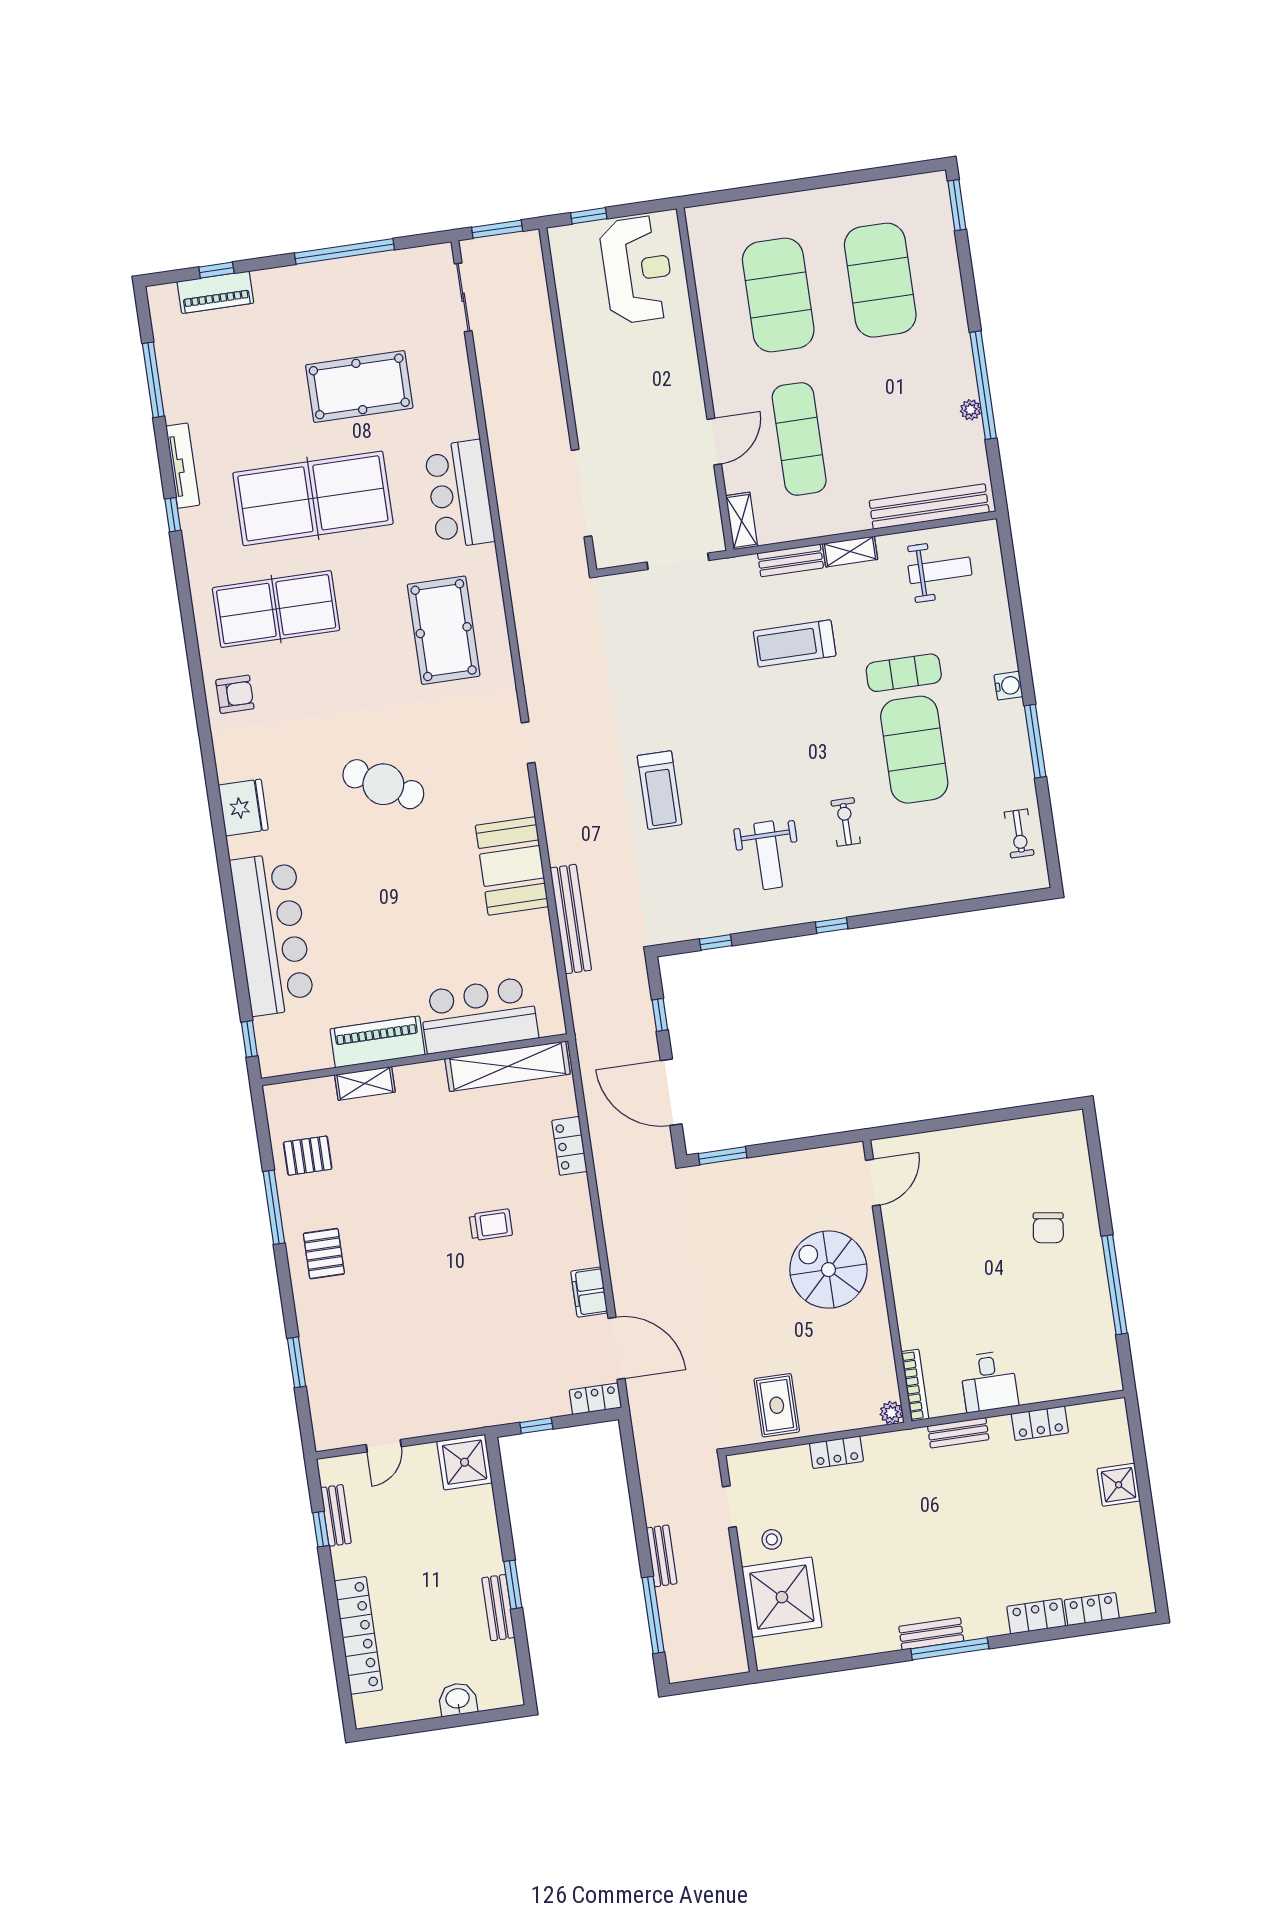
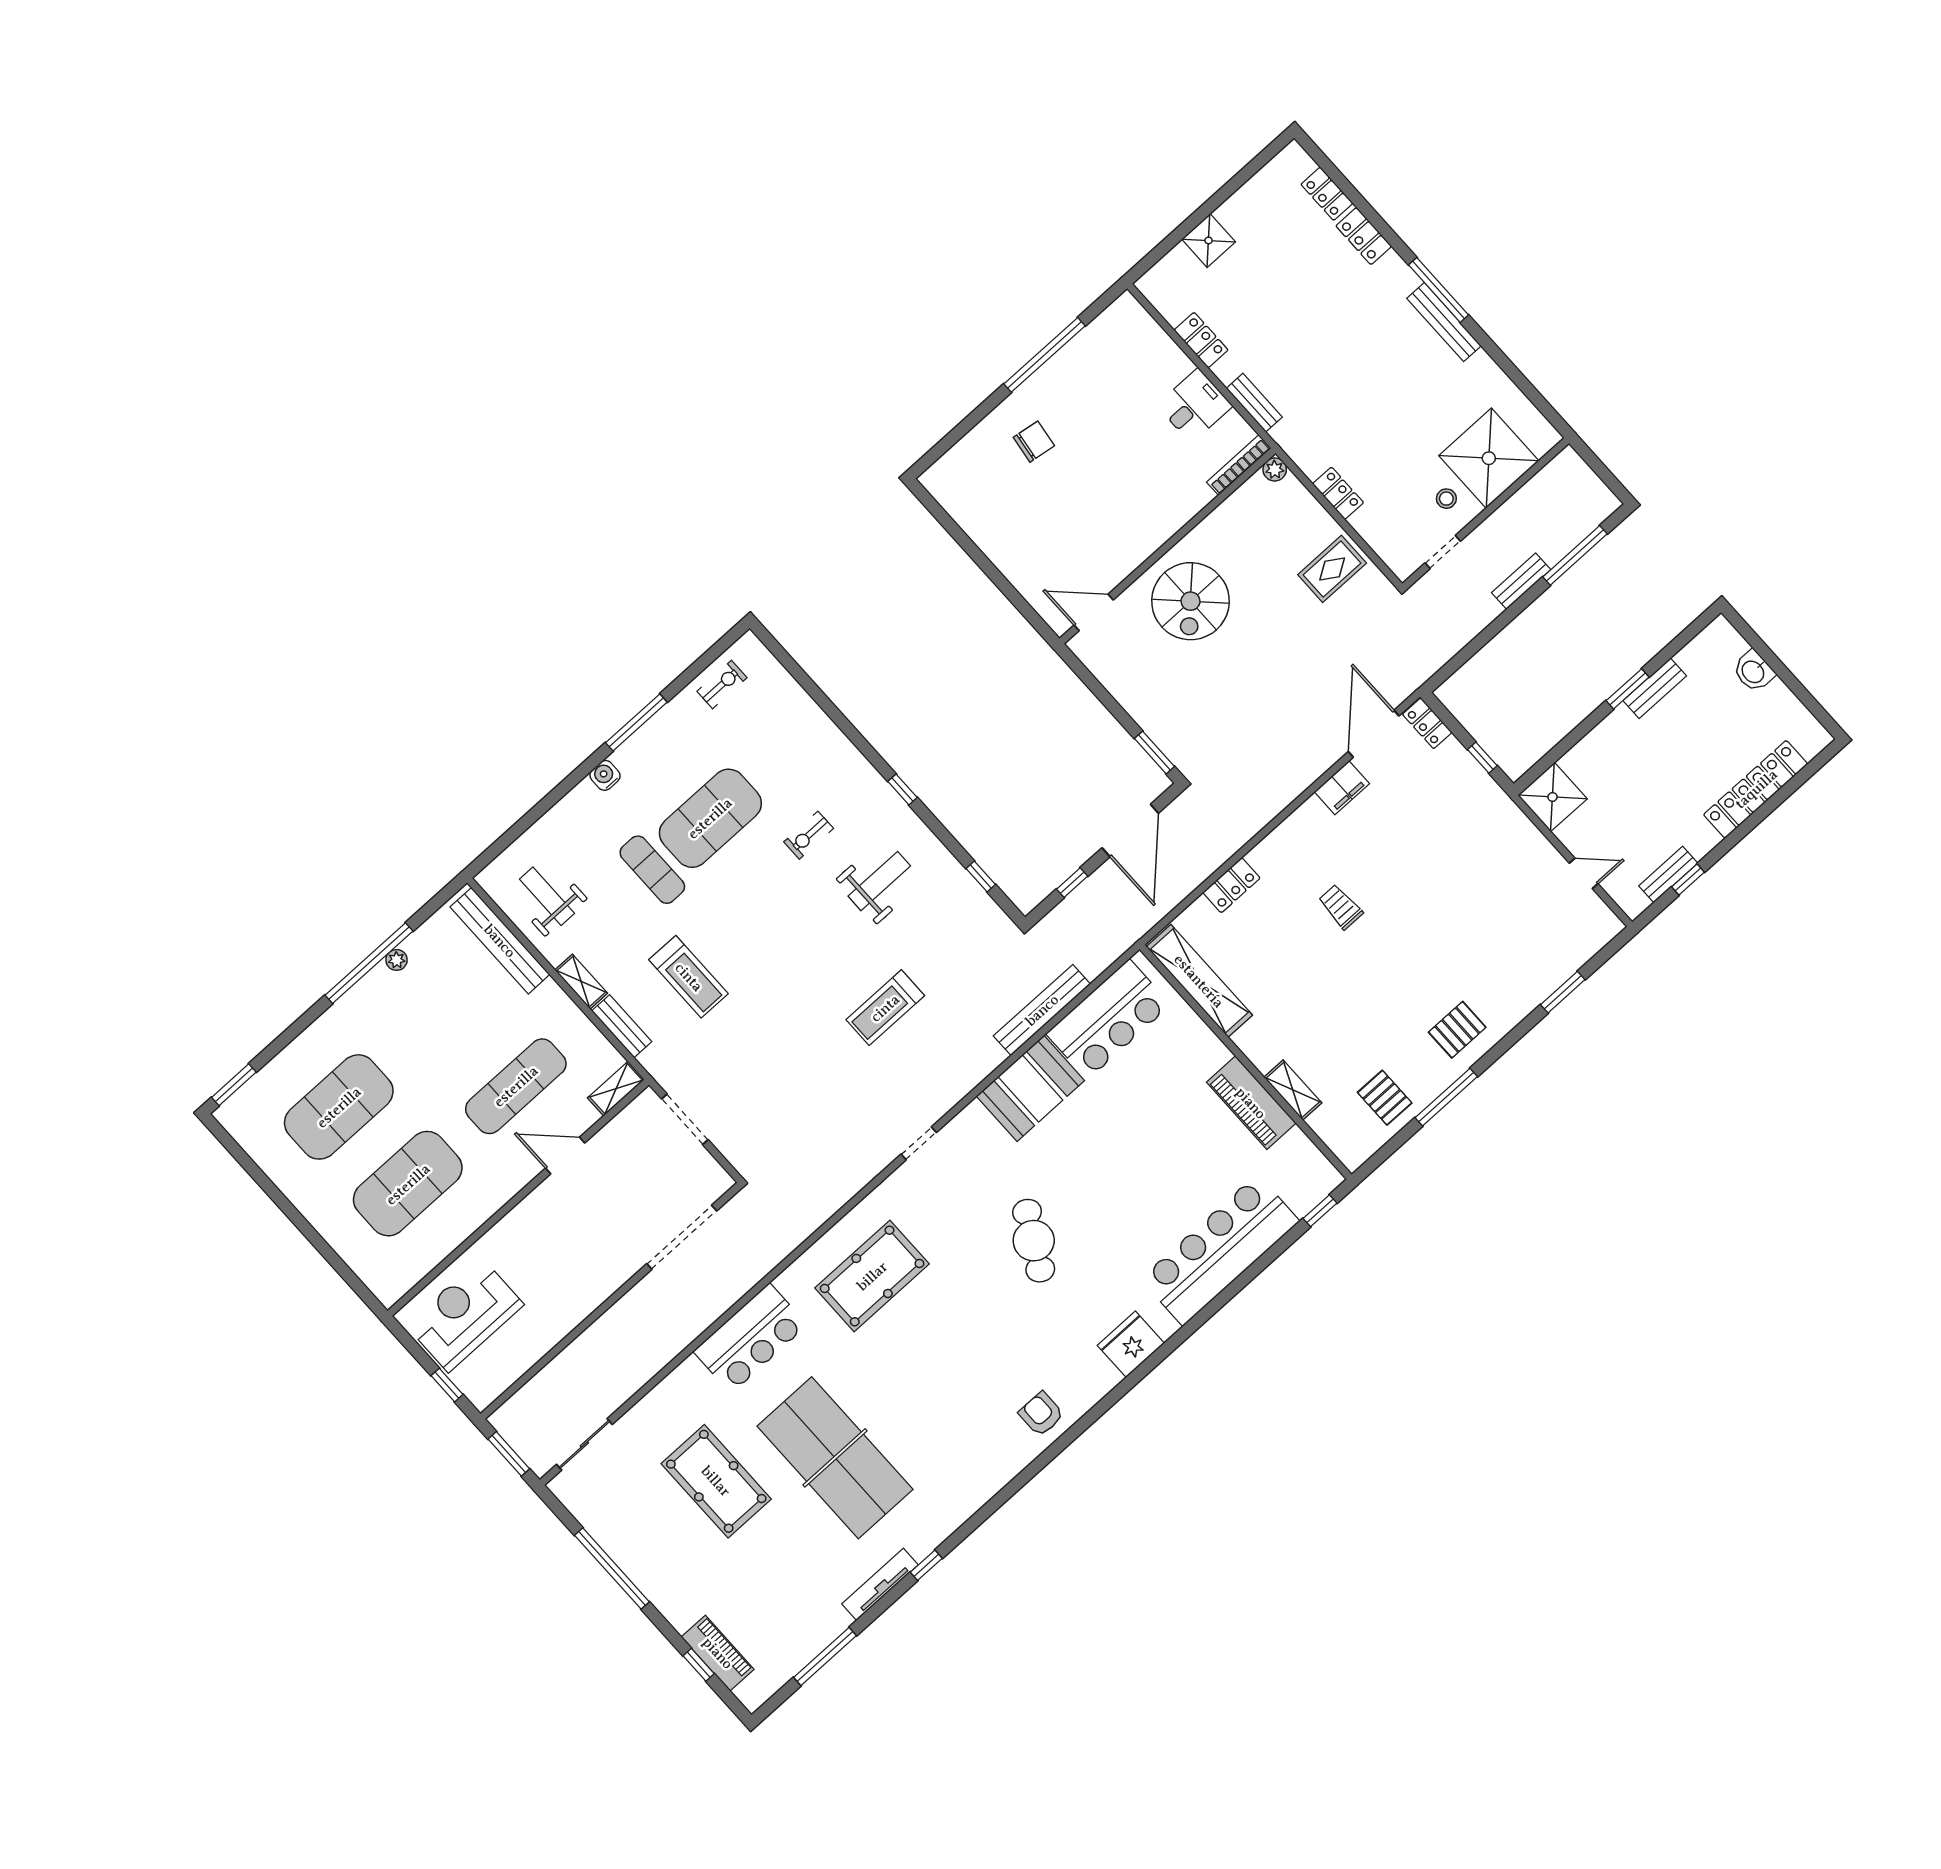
table tennis table: (276, 609) -> (948, 1427), removed
treadmill: (660, 790) -> (885, 1008), turned 180
bar counter: (479, 1015) -> (1108, 1019), moved, turned -90
bench: (931, 1634) -> (1444, 322), width x1.36

